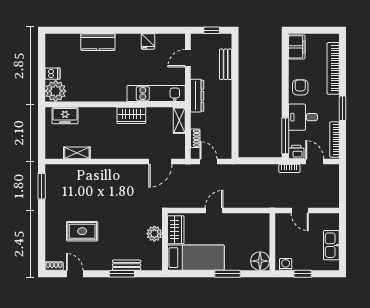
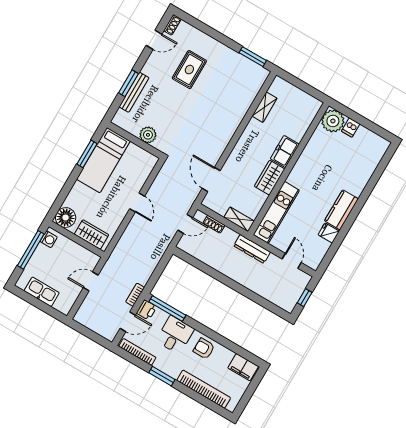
kitchen counter: (98, 42) -> (341, 210), moved
bench: (226, 64) -> (266, 292), removed
armchair: (300, 87) -> (204, 349), turned 180
freezer: (65, 115) -> (285, 151), moved
wardrobe: (176, 230) -> (91, 234), moved, turned 180
bench: (127, 265) -> (134, 92), width x1.36
window: (228, 274) -> (87, 154), moved
window: (303, 274) -> (31, 250), width x2.17

